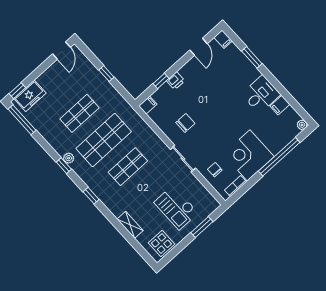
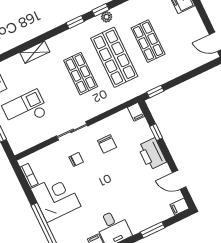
window: (106, 74) -> (155, 92), moved
printer: (176, 81) -> (152, 154), width x1.87, depth x1.48
chair: (215, 170) -> (76, 159), moved
window: (91, 196) -> (75, 22), moved
shelving: (130, 225) -> (35, 52), moved

